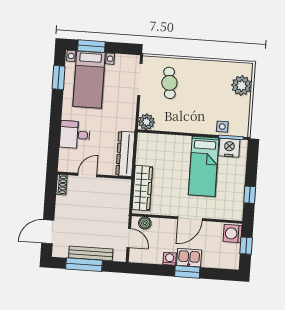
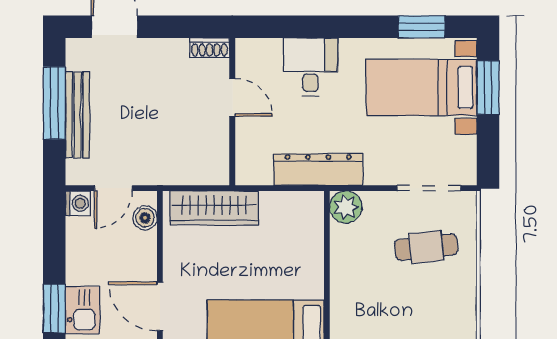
dresser: (125, 154) -> (318, 169), moved
washing machine: (170, 259) -> (78, 203), moved

